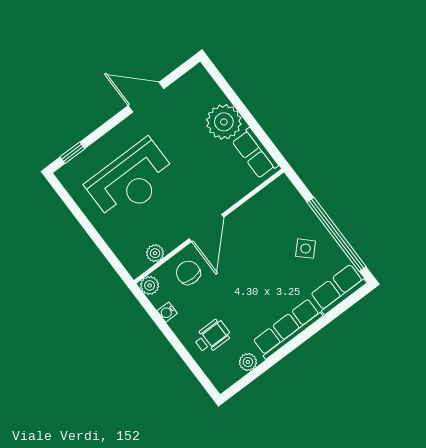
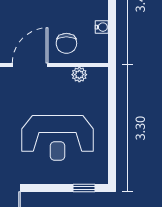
reception desk: (131, 180) -> (58, 138), turned 180
plant: (150, 285) -> (100, 55), removed

